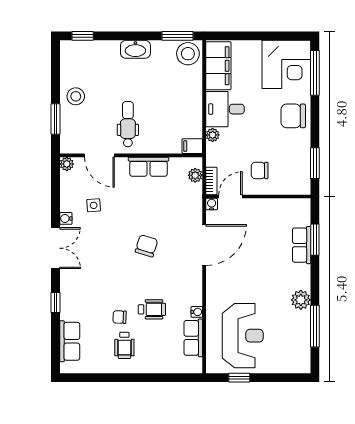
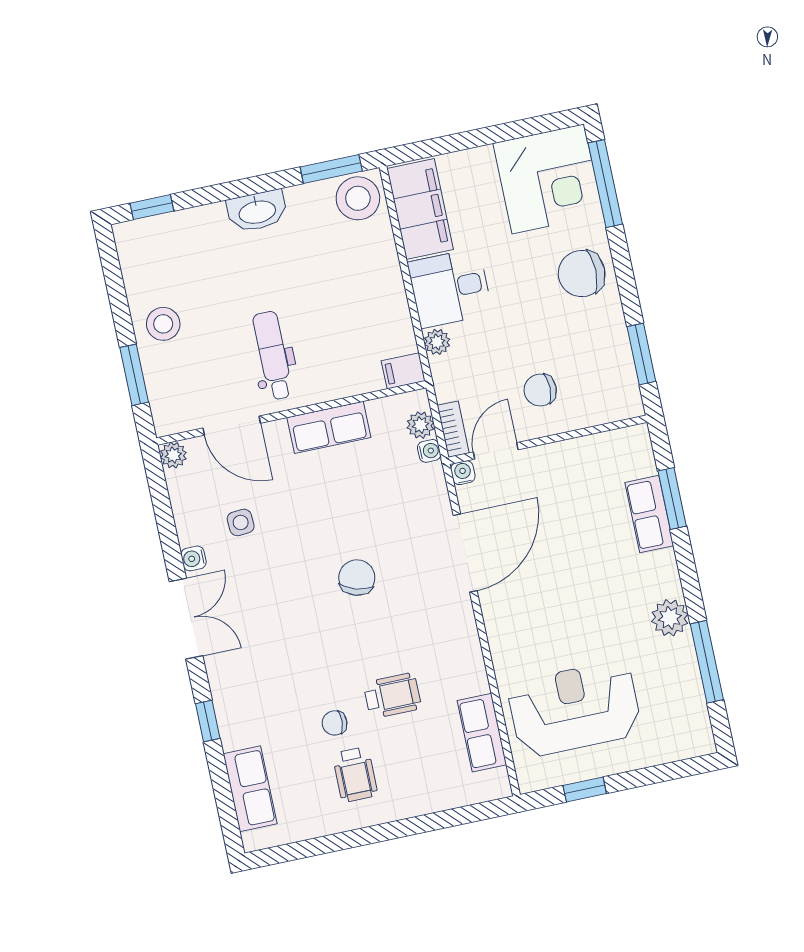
water cooler: (197, 312) -> (429, 451), moved
reception desk: (243, 336) -> (575, 709), turned -90

